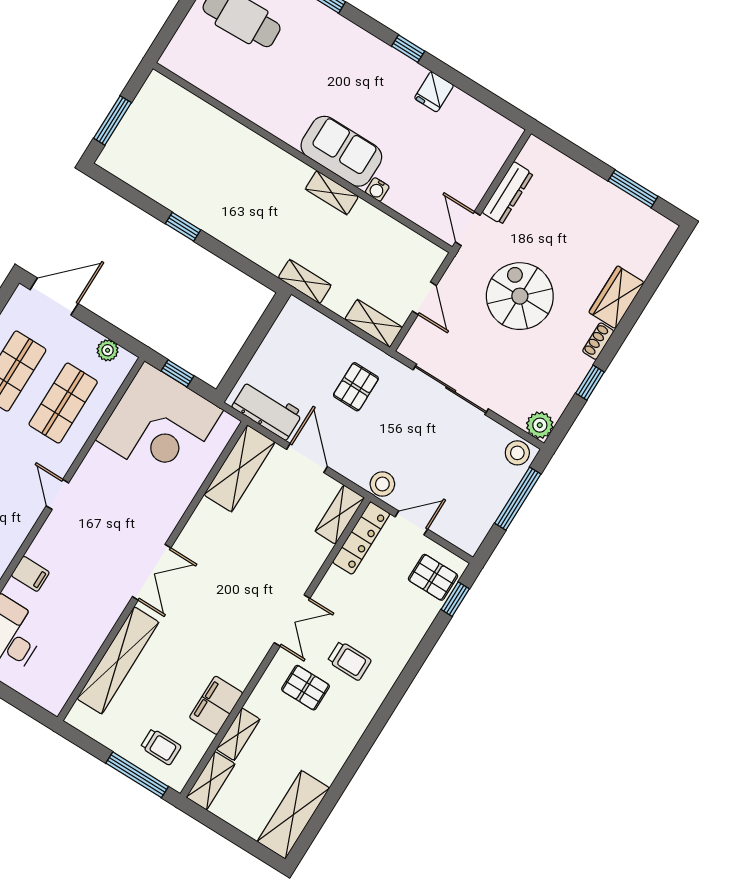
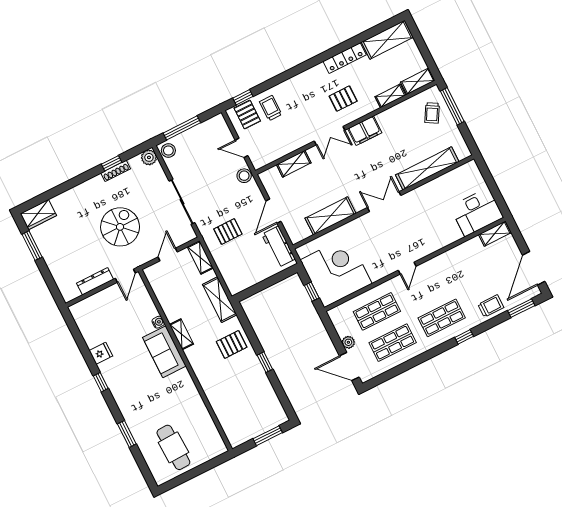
pallet: (248, 223) -> (232, 344), added
shelving: (305, 282) -> (220, 300), width x1.50, depth x1.33
spiral stairs: (520, 296) -> (120, 227), turned 180
wardrobe: (616, 297) -> (38, 215), moved
shoe rack: (598, 341) -> (116, 171), moved, width x1.43
plant: (108, 350) -> (348, 342), moved
shelving: (239, 468) -> (331, 216), moved
shelving: (340, 515) -> (294, 164), moved
locker: (361, 538) -> (345, 58), moved, turned 180
filing cabinet: (30, 574) -> (444, 237), removed
double door: (292, 621) -> (330, 136), swing flipped
trolley: (349, 661) -> (271, 108), moved
pallet: (306, 688) -> (343, 99), turned 90
filing cabinet: (216, 705) -> (365, 131), moved
trolley: (161, 747) -> (432, 113), turned -150

